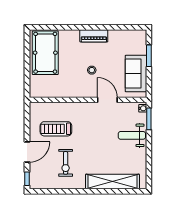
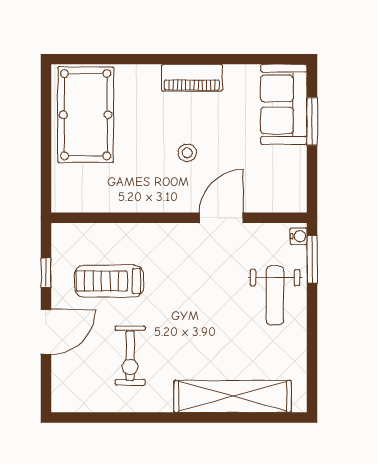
sofa: (136, 74) -> (284, 104), moved
door: (107, 100) -> (221, 218), hinge flipped
weight bench: (132, 135) -> (275, 295), turned -90
window: (27, 179) -> (46, 273), moved

